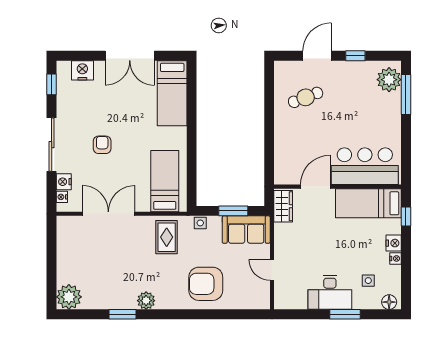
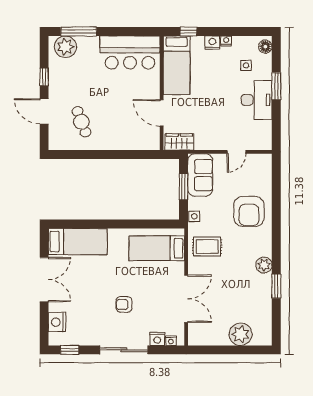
bar counter: (365, 166) -> (130, 52), moved, turned -90
double door: (108, 214) -> (186, 299), swing flipped
plant: (69, 297) -> (241, 334), moved

